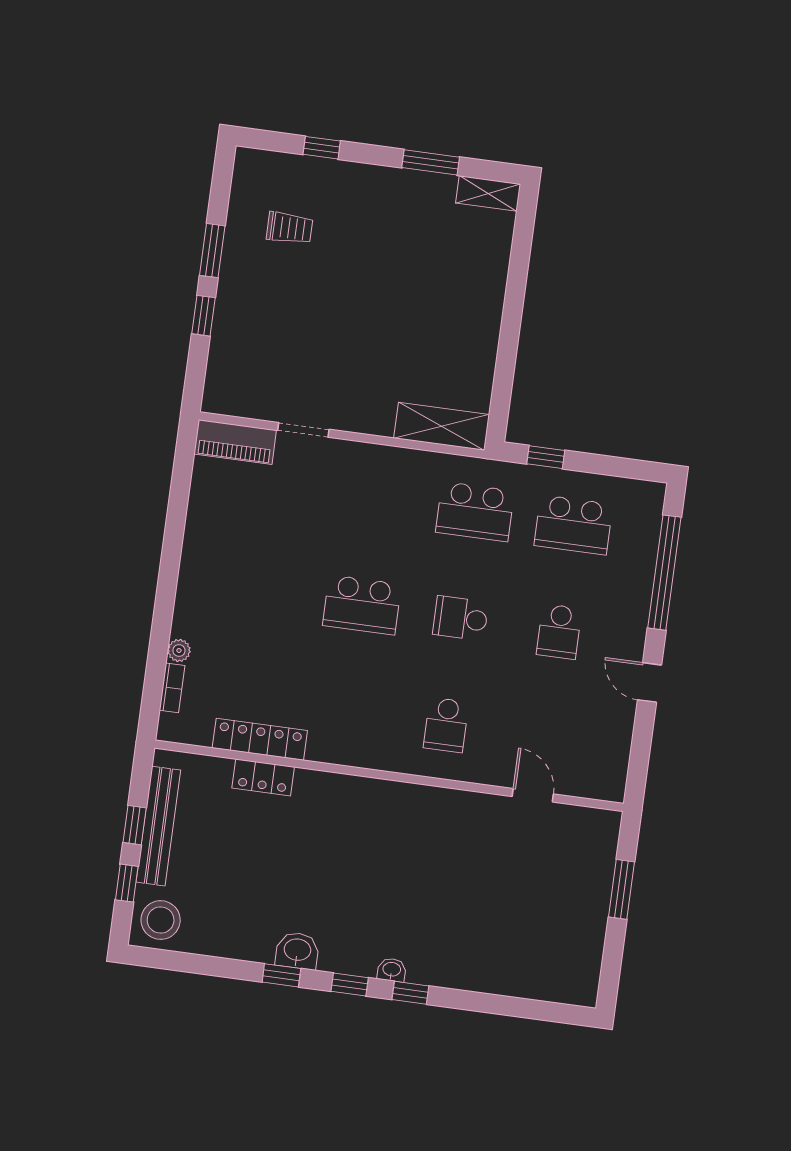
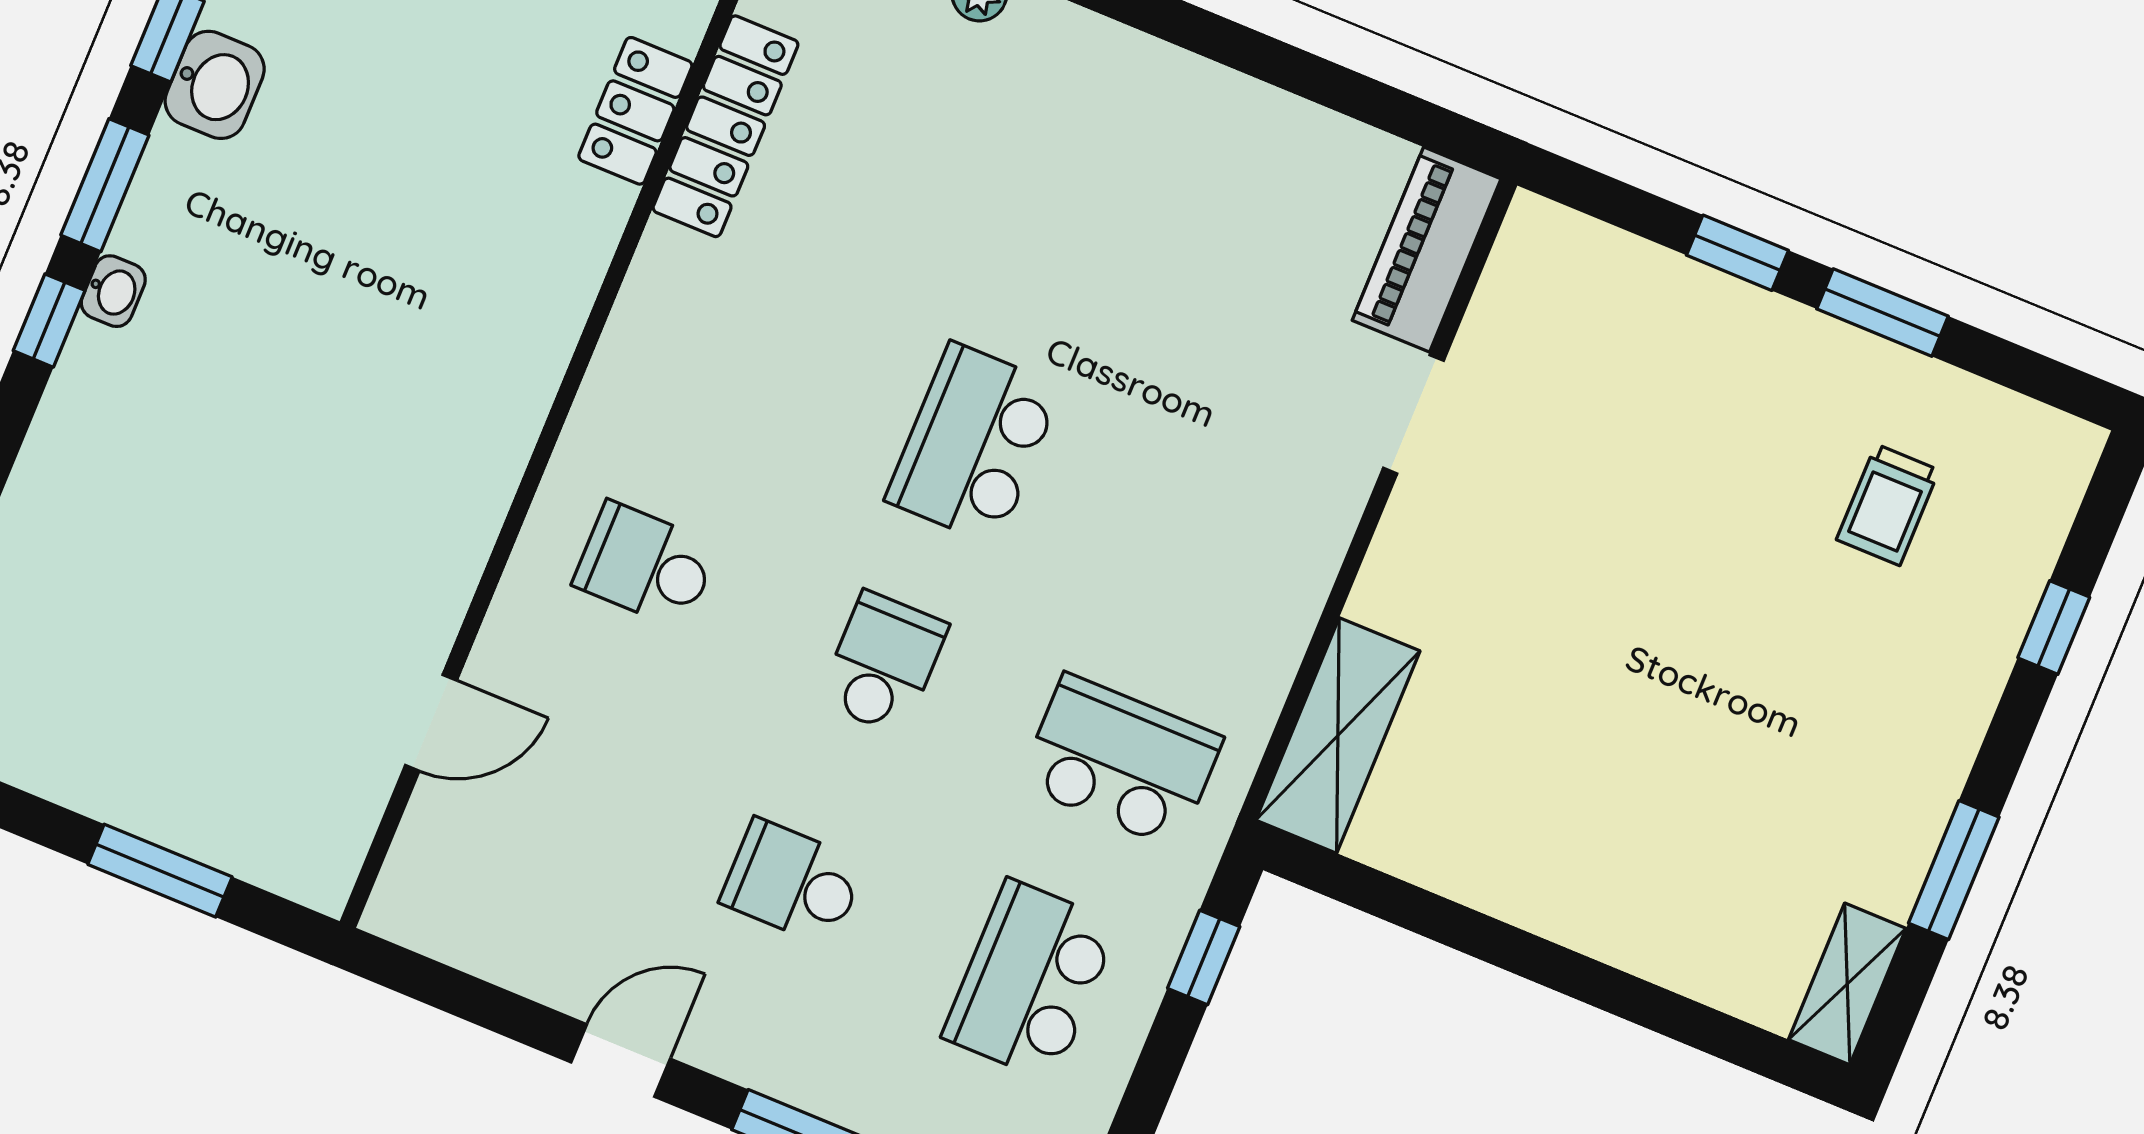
school desk: (475, 512) -> (1121, 761), turned 90
window: (350, 985) -> (105, 185), width x1.50

